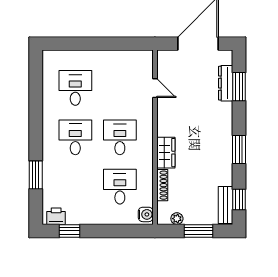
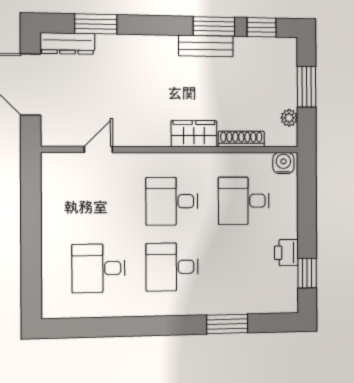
dresser: (226, 83) -> (68, 43), moved
window: (239, 150) -> (214, 26), moved
bench: (226, 205) -> (206, 46), moved
printer: (56, 216) -> (286, 253), moved

